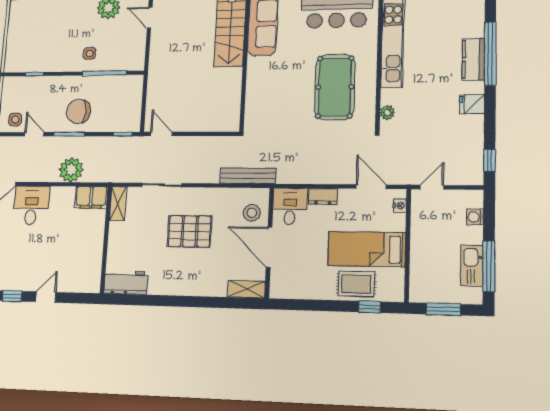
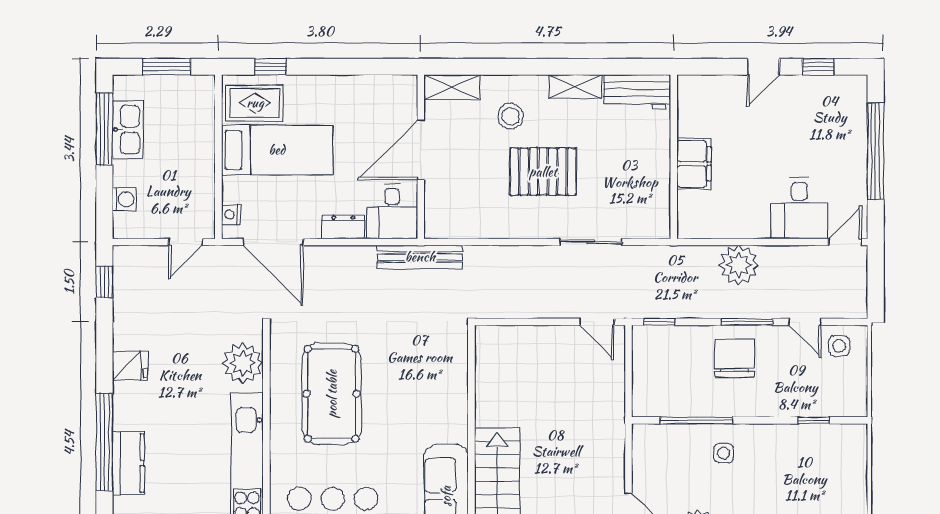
kitchen counter: (473, 59) -> (128, 463), moved
chair: (78, 111) -> (735, 358), turned -90
plant: (387, 113) -> (243, 363), width x1.87, depth x1.87
bench: (248, 176) -> (420, 257), moved
door: (371, 187) -> (273, 242), width x1.36
filing cabinet: (91, 197) -> (694, 164), moved, turned 90
shelving: (118, 204) -> (575, 87), moved, turned 90
stool: (252, 213) -> (511, 116), moved
door: (269, 247) -> (421, 150), swing flipped
rug: (356, 284) -> (255, 103), moved

